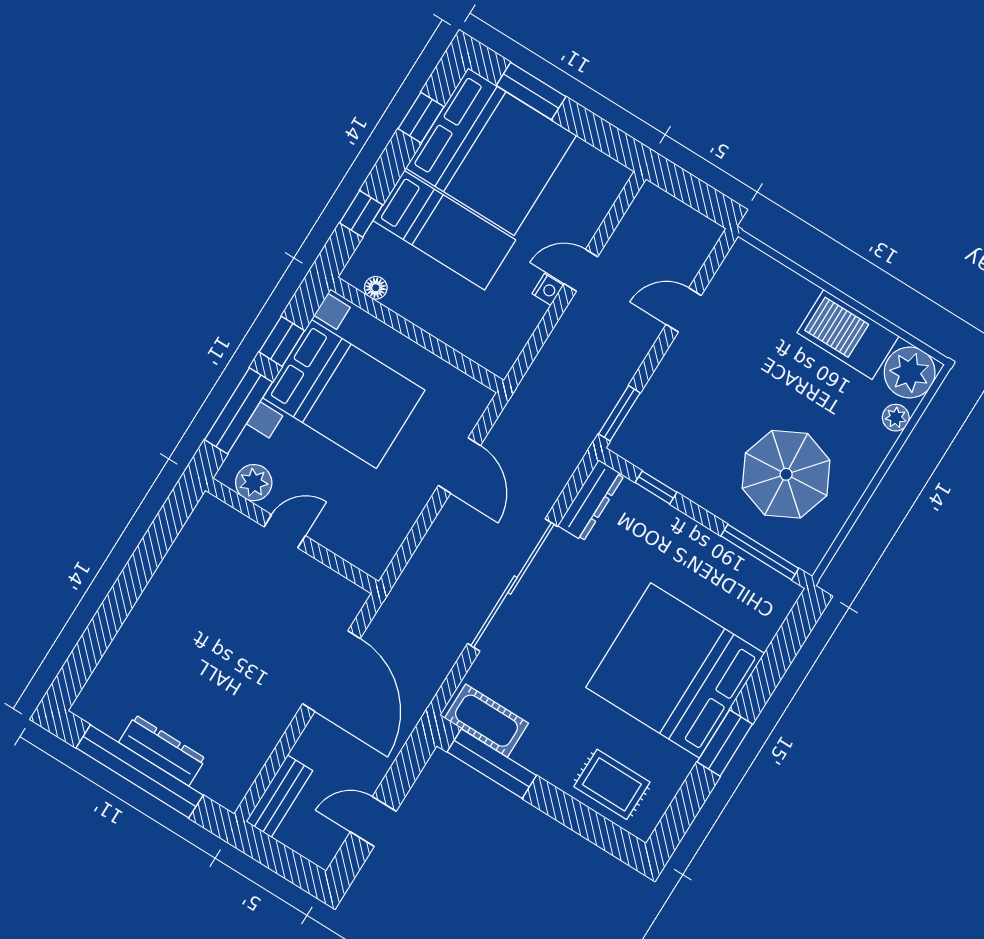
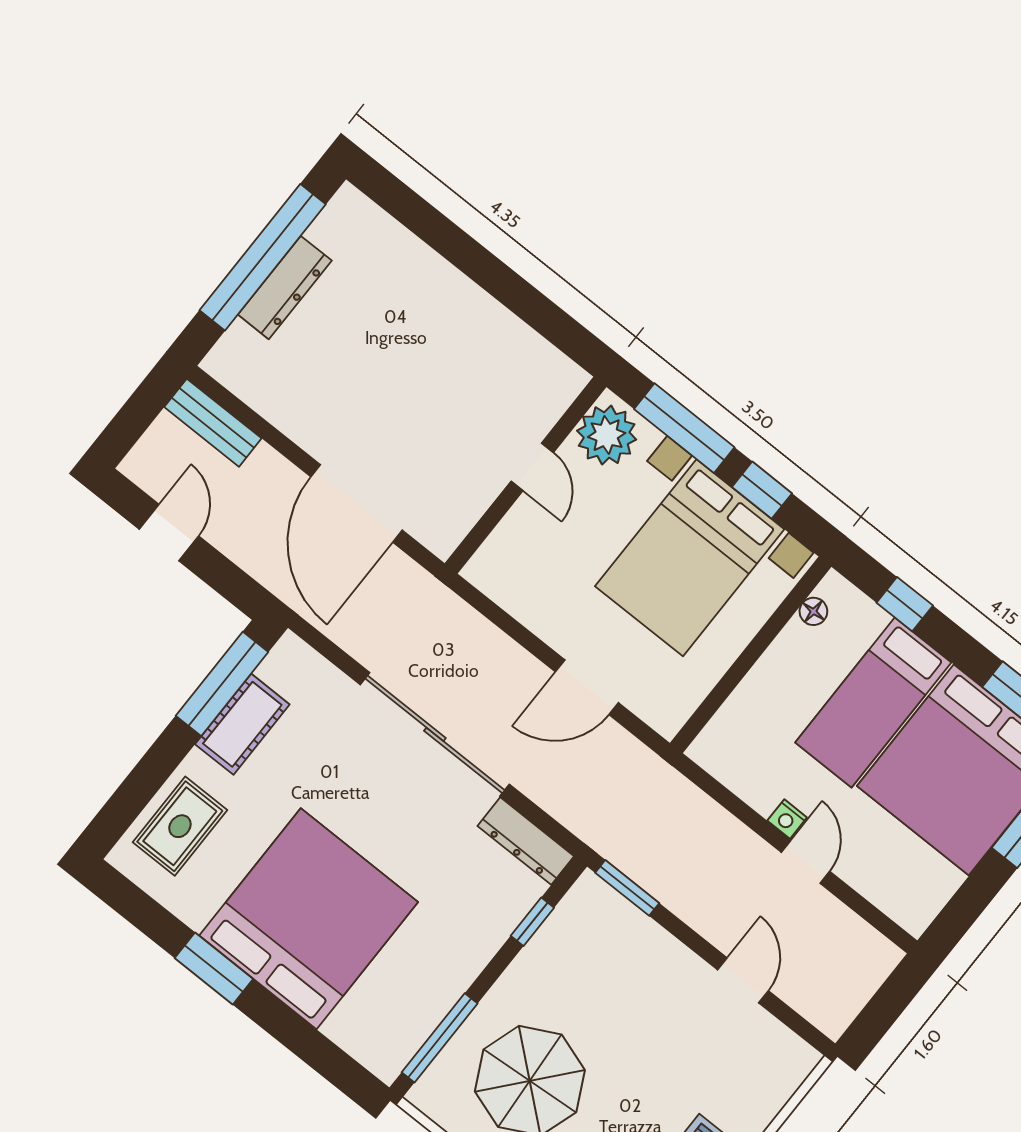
plant: (254, 483) -> (607, 435), width x1.36, depth x1.36
door: (331, 671) -> (357, 503), hinge flipped
cot: (487, 721) -> (242, 724), moved

